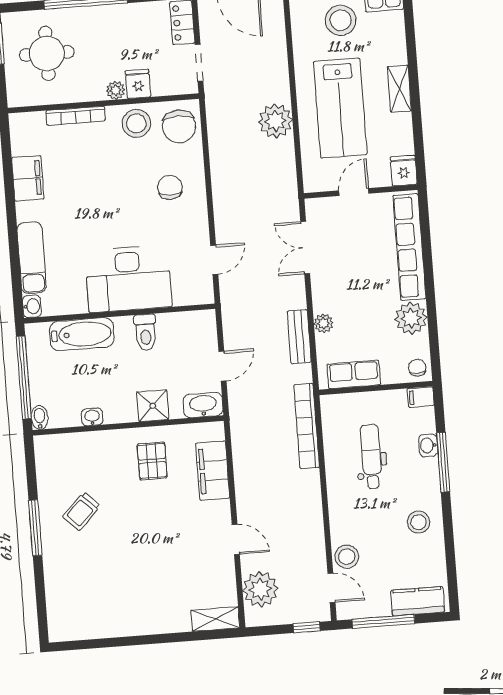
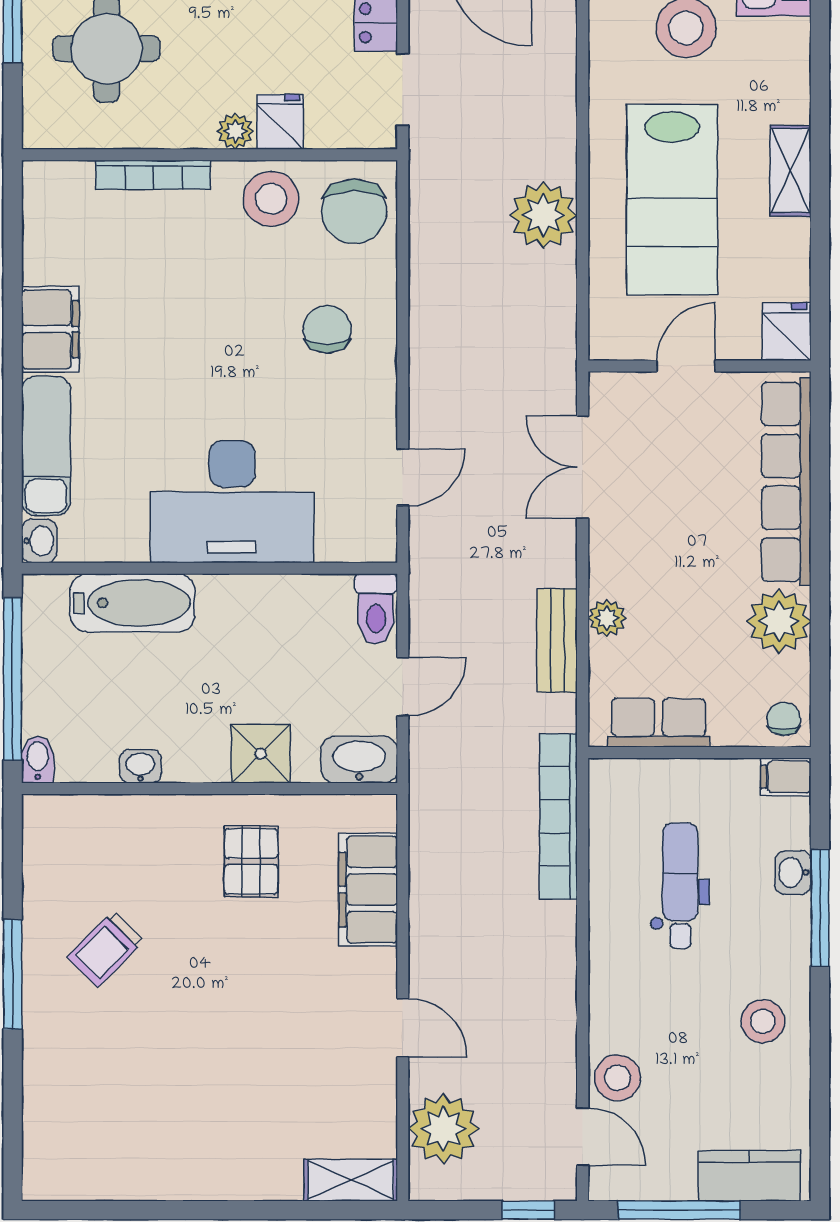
filing cabinet: (28, 178) -> (50, 329), moved
toilet: (145, 332) -> (376, 609), moved

